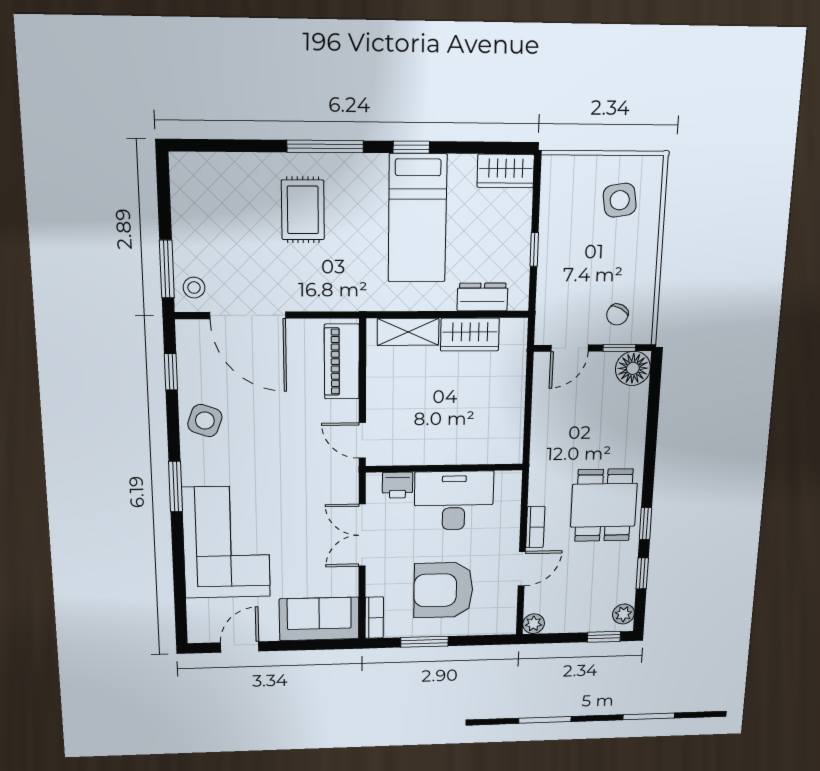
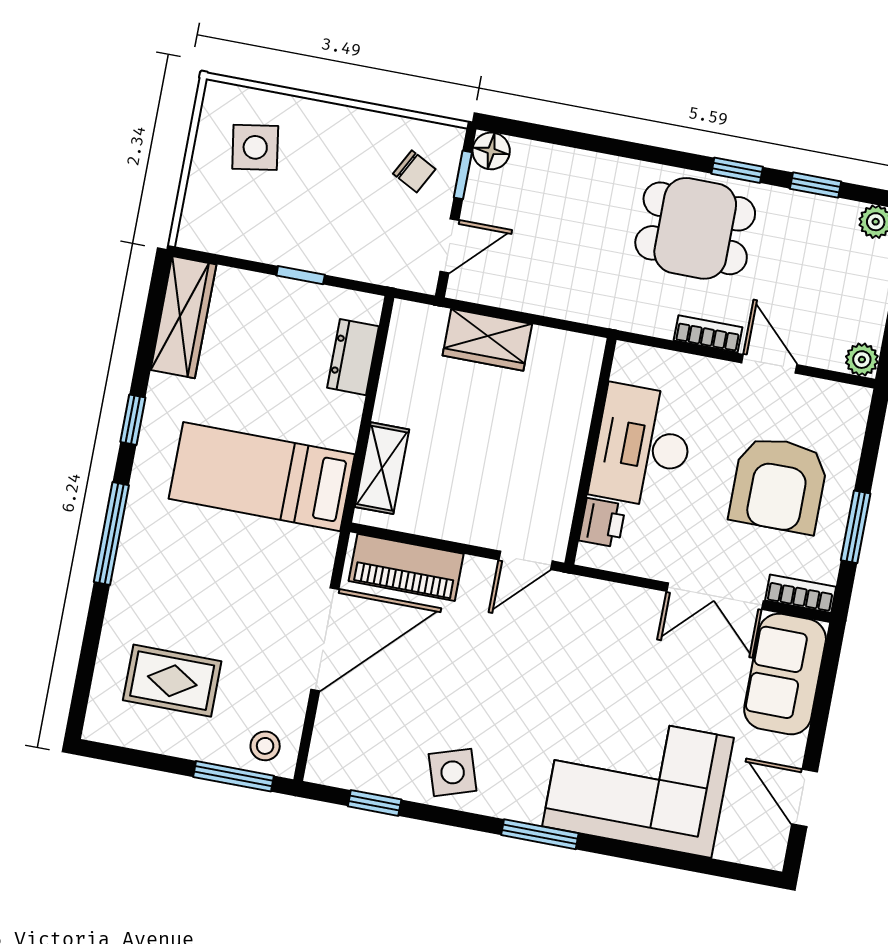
wardrobe: (506, 171) -> (183, 317), width x1.50
rug: (303, 210) -> (172, 681), moved
bed: (417, 218) -> (262, 477), moved, turned 180
door: (248, 315) -> (325, 639), moved
wardrobe: (470, 335) -> (487, 340), moved, turned 90
door: (570, 348) -> (449, 246), hinge flipped
floor lamp: (633, 368) -> (491, 151), width x0.73, depth x0.73
side table: (205, 421) -> (453, 772), turned -38
double door: (362, 535) -> (715, 596), moved

